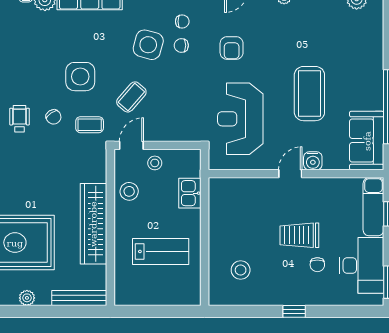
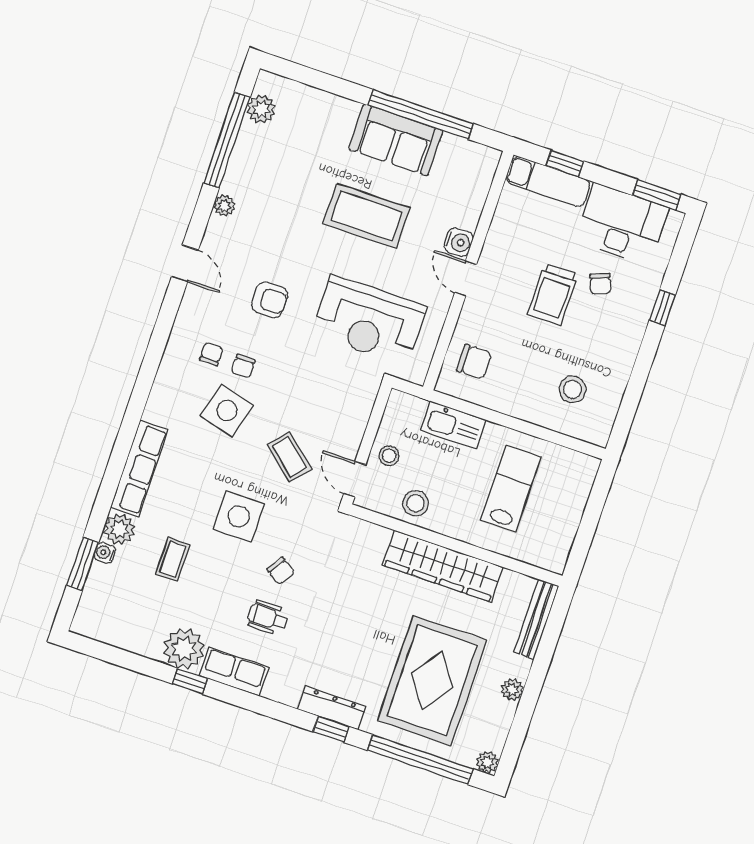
chair: (54, 117) -> (281, 571), turned 67
coffee table: (90, 125) -> (173, 559), moved
sofa: (367, 141) -> (396, 140), moved
kitchen sink: (190, 193) -> (453, 425), width x1.38
chair: (237, 198) -> (474, 362), added
chair: (317, 265) -> (600, 284), turned 69
window: (294, 311) -> (662, 307), moved

